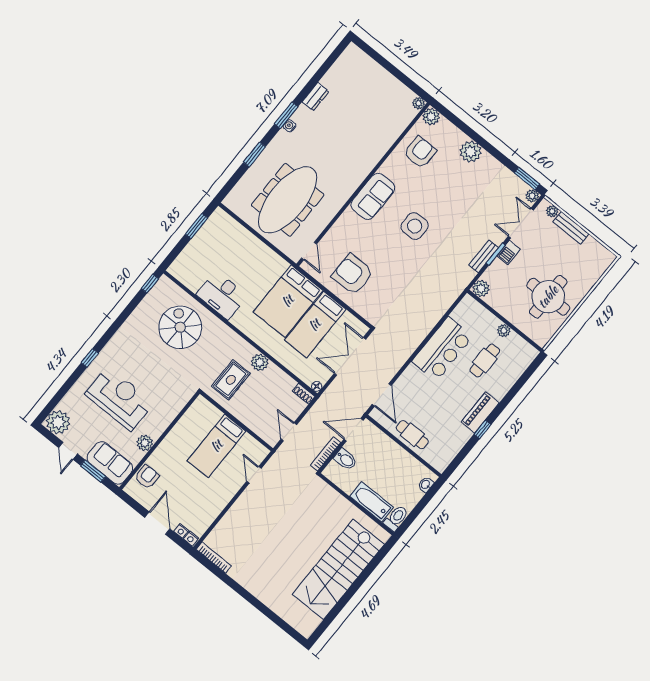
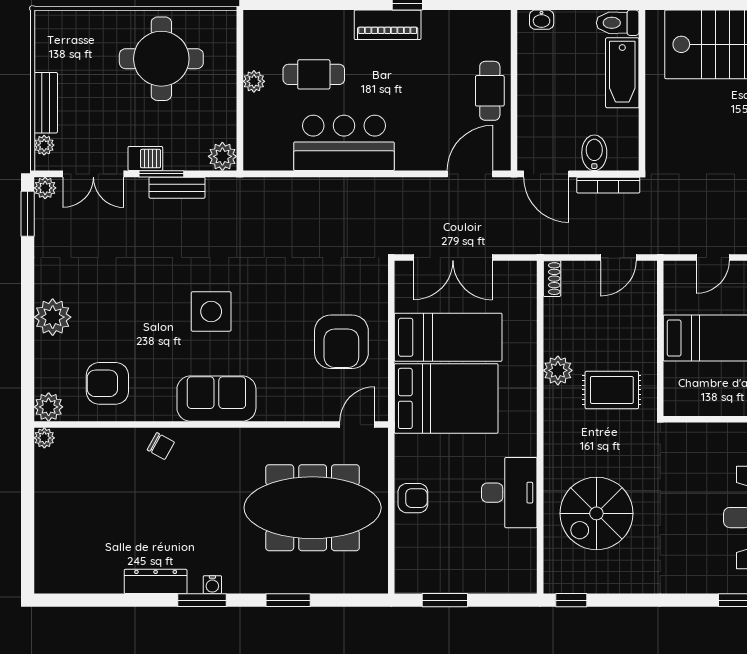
dresser: (315, 97) -> (156, 581), width x1.44
chair: (372, 153) -> (161, 446), added
armchair: (255, 249) -> (413, 498), added
floor lamp: (317, 386) -> (528, 269), removed

